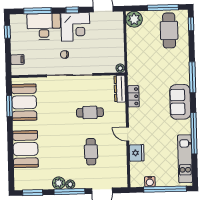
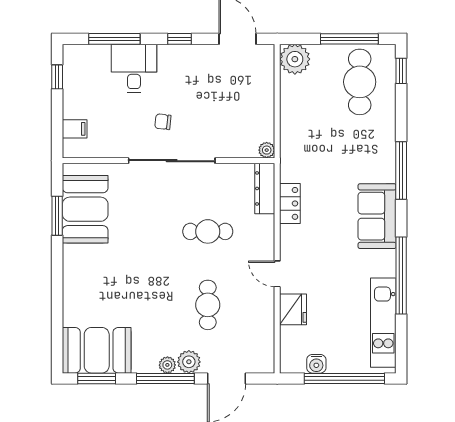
desk: (44, 26) -> (134, 68), width x0.73
corner desk: (75, 27) -> (185, 71), removed
booth: (26, 149) -> (97, 350), moved, turned 90
plant: (59, 183) -> (189, 362), moved

